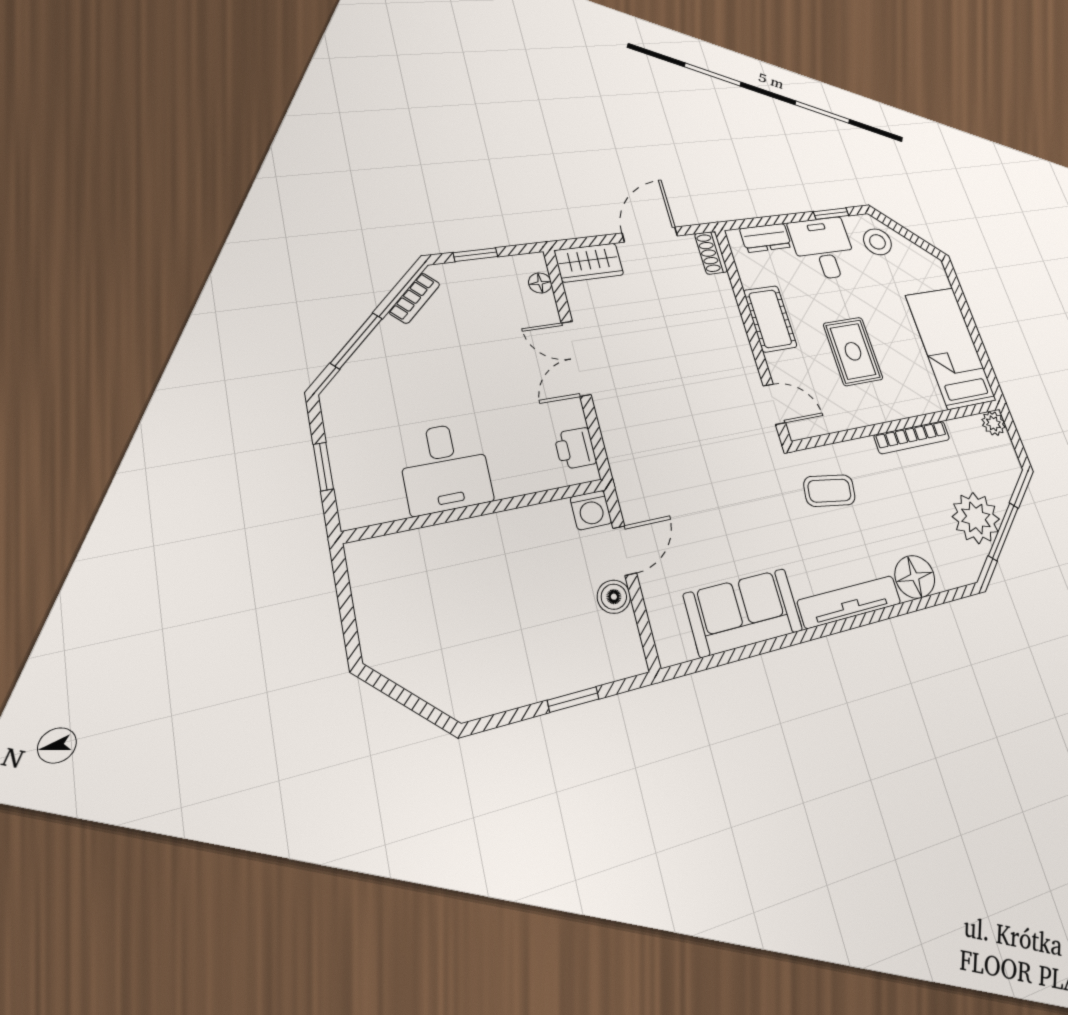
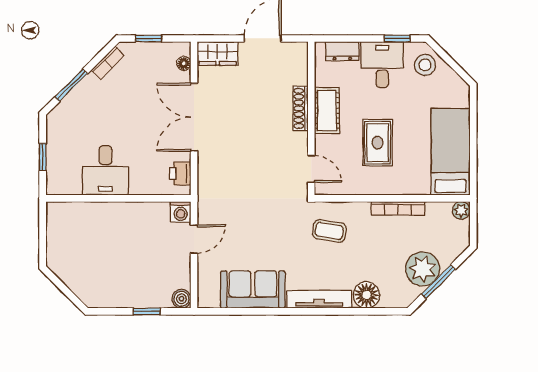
shoe rack: (711, 253) -> (300, 108), moved, width x1.43
double door: (576, 358) -> (194, 117), width x1.37
boiler: (614, 597) -> (181, 299), moved

